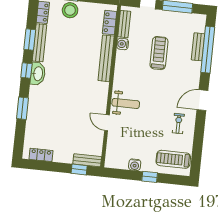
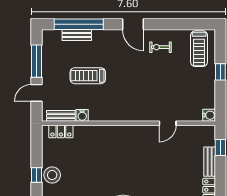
bench: (106, 58) -> (99, 131), removed
weight bench: (126, 103) -> (145, 105), removed
bench: (87, 160) -> (210, 162), moved
water cooler: (135, 165) -> (209, 115), moved

